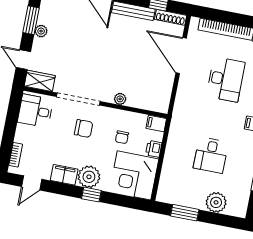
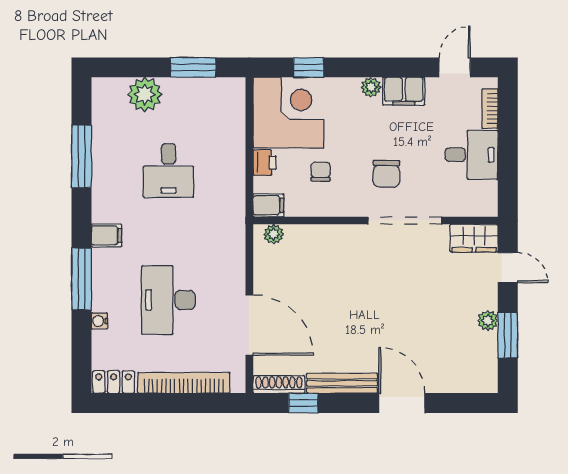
plant: (120, 99) -> (273, 234), moved
desk: (35, 111) -> (472, 155), moved
chair: (84, 128) -> (386, 174), turned -90
desk: (211, 155) -> (168, 170), turned 180
plant: (89, 177) -> (371, 87), width x0.53, depth x0.53
window: (91, 195) -> (309, 67), moved

